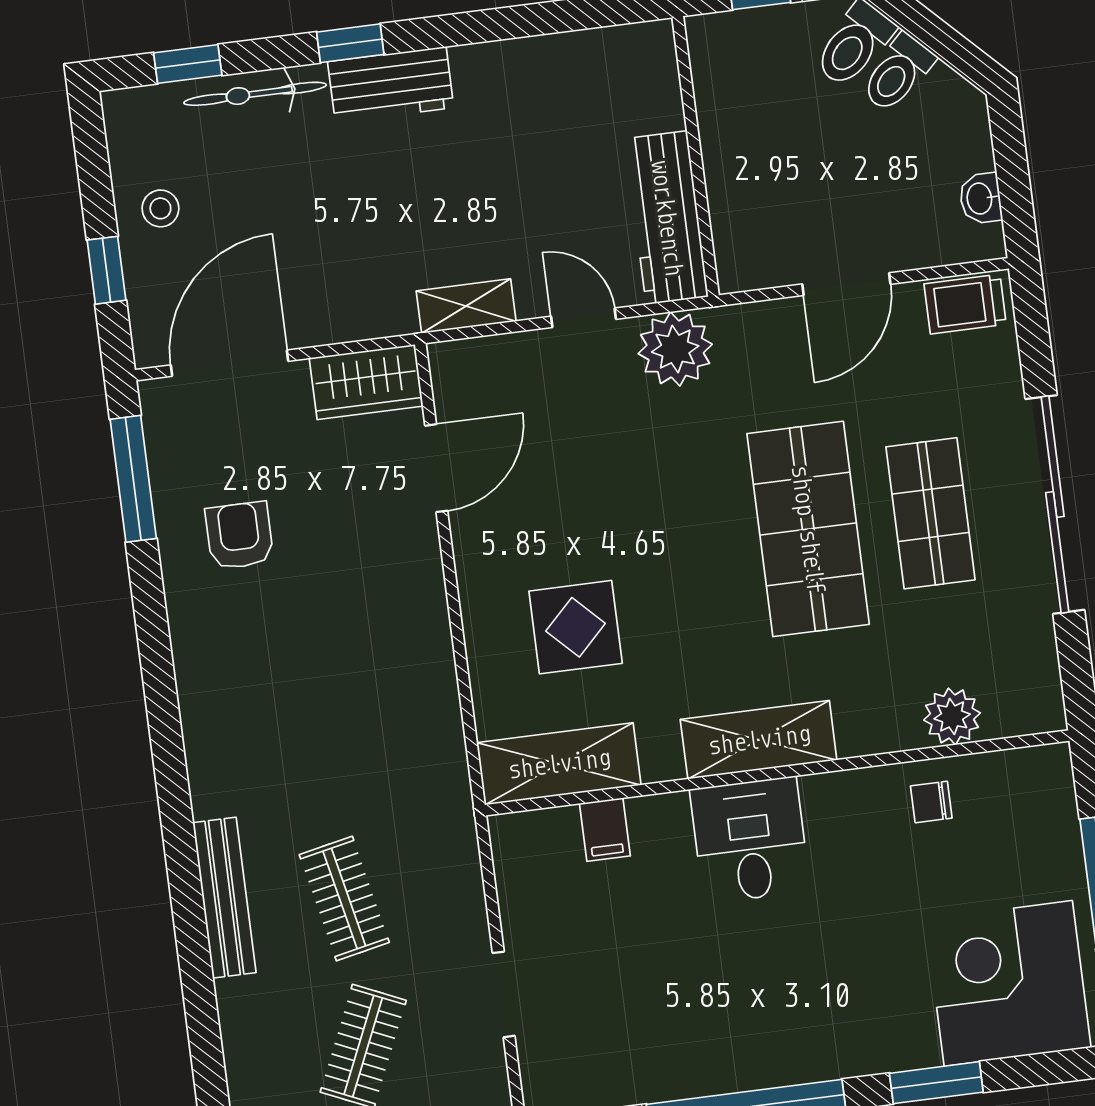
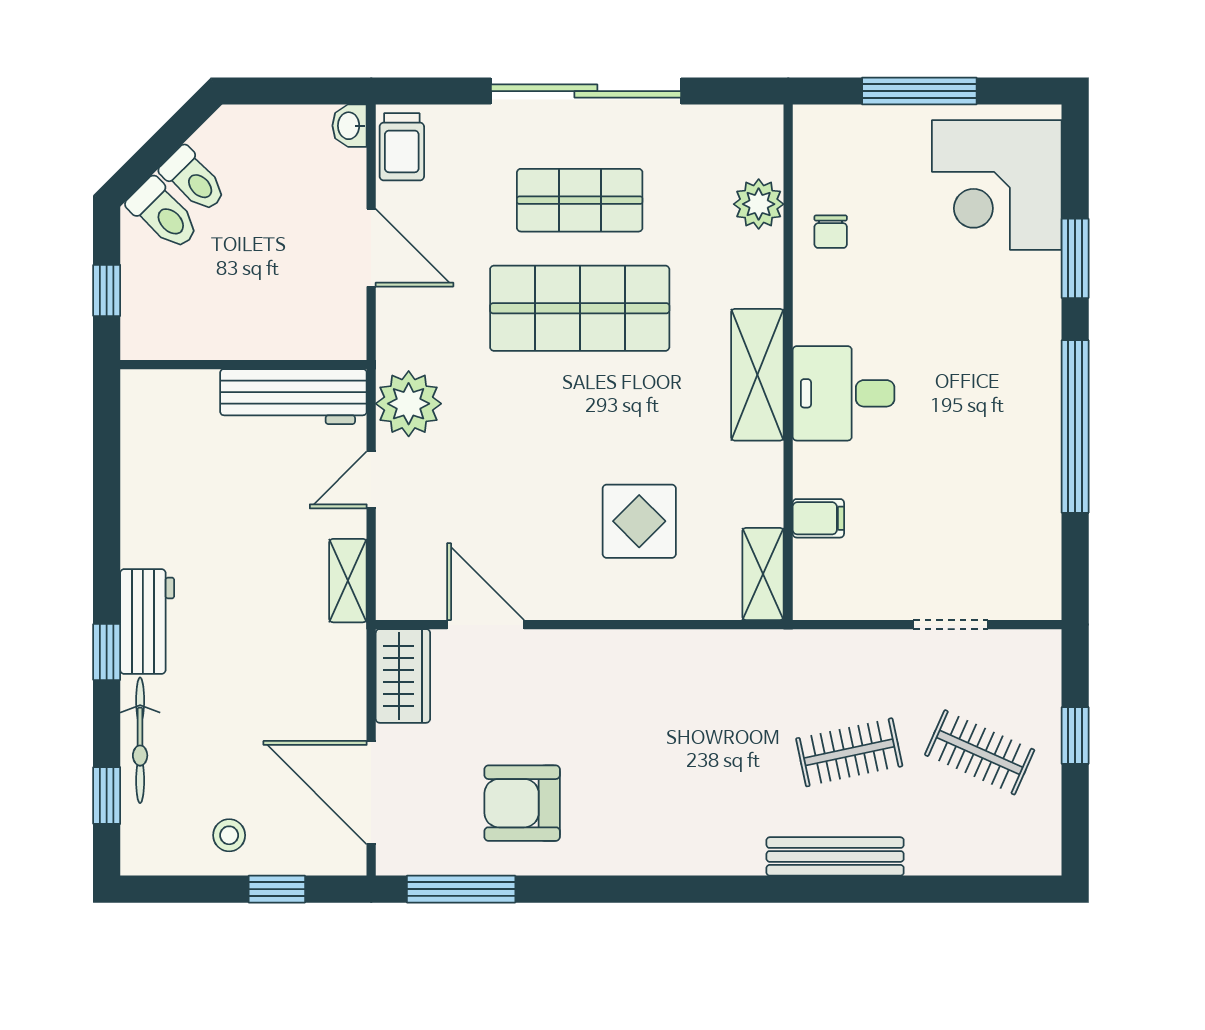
washbasin: (981, 198) -> (350, 126), moved, turned 90
armchair: (239, 536) -> (522, 803), width x1.38, depth x1.38
shelving: (559, 764) -> (763, 574), width x0.67, depth x0.75

